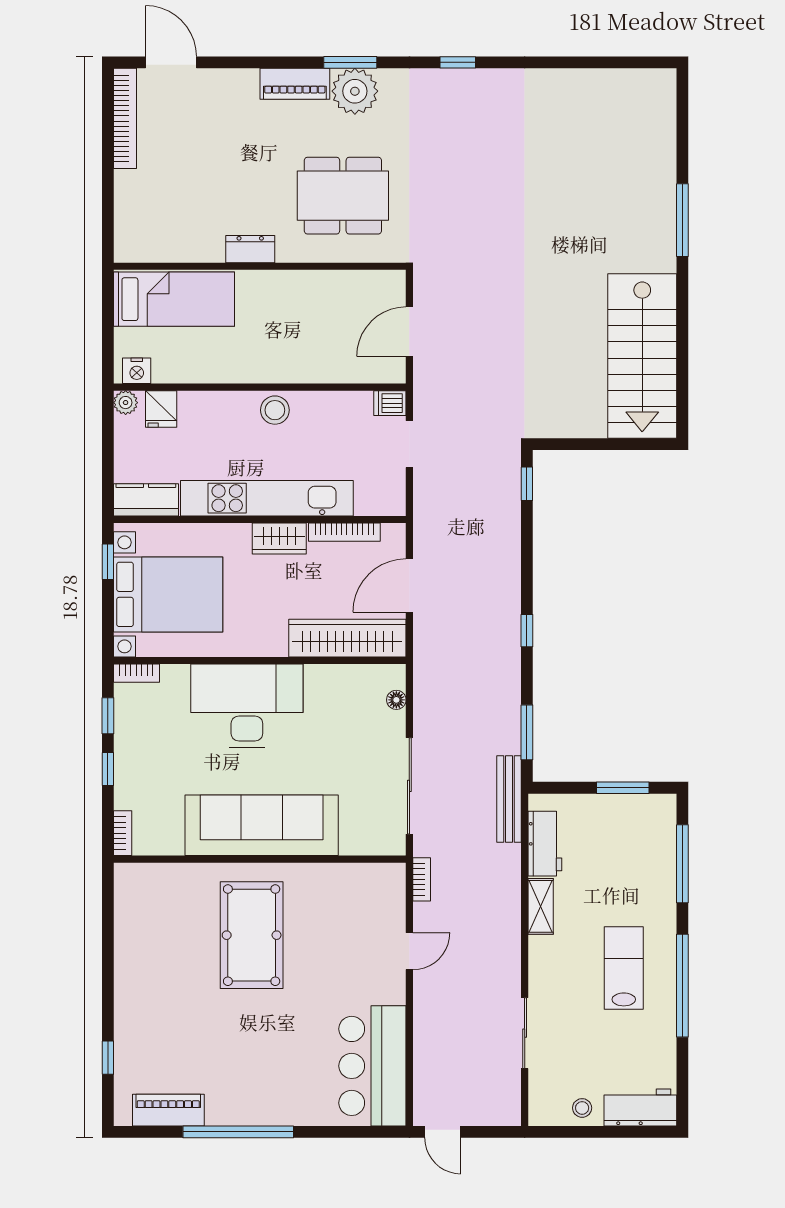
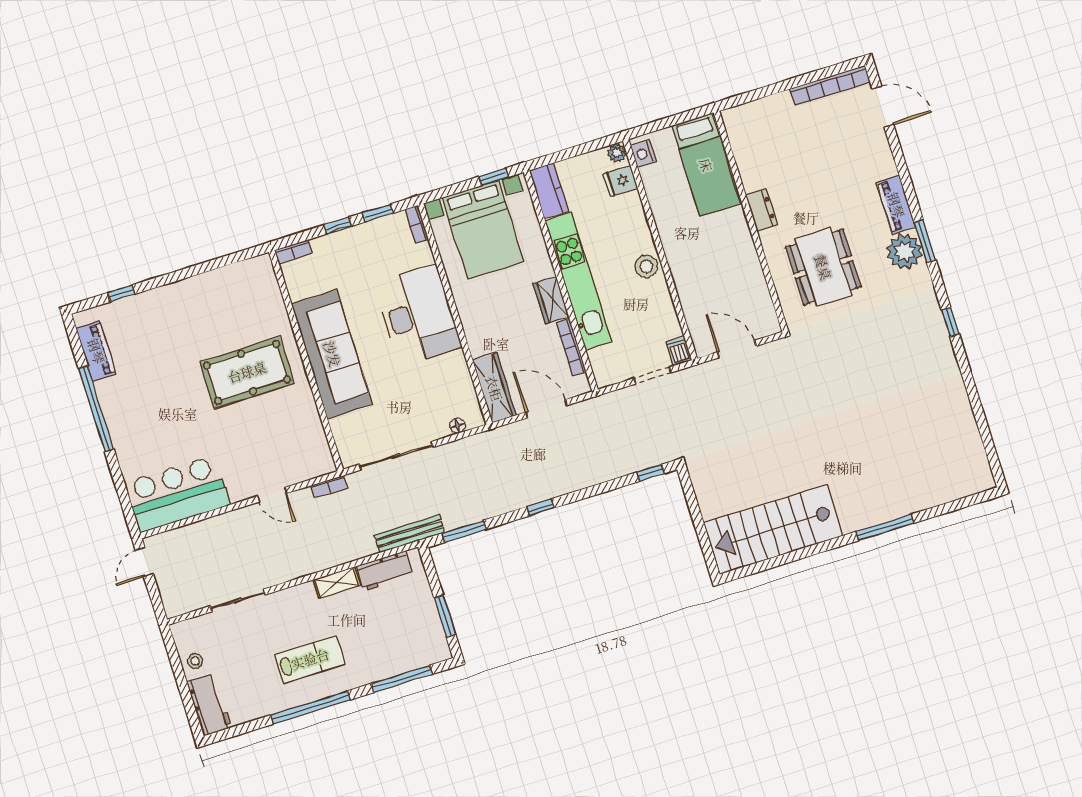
door: (171, 62) -> (883, 107), hinge flipped
wardrobe: (347, 638) -> (494, 388), width x0.71, depth x0.85

